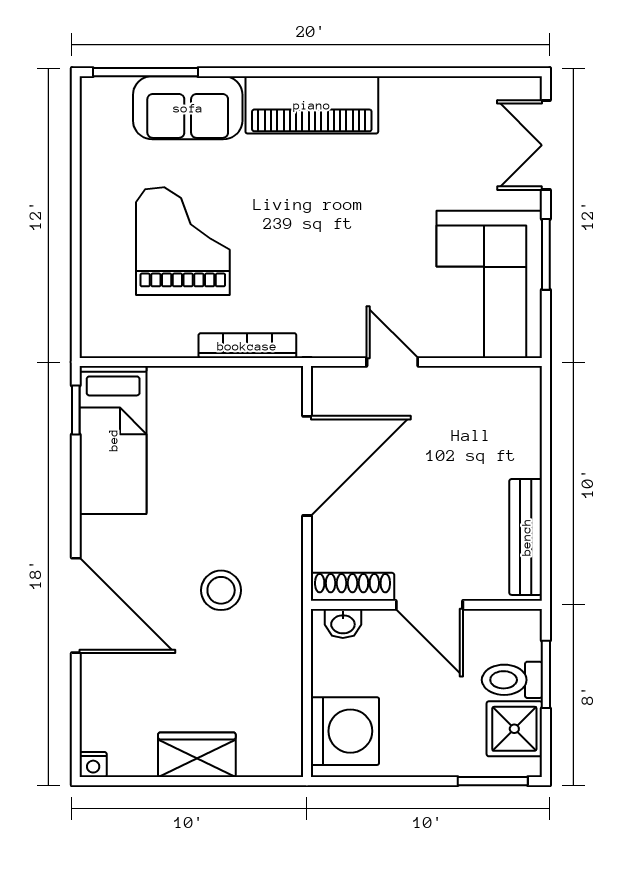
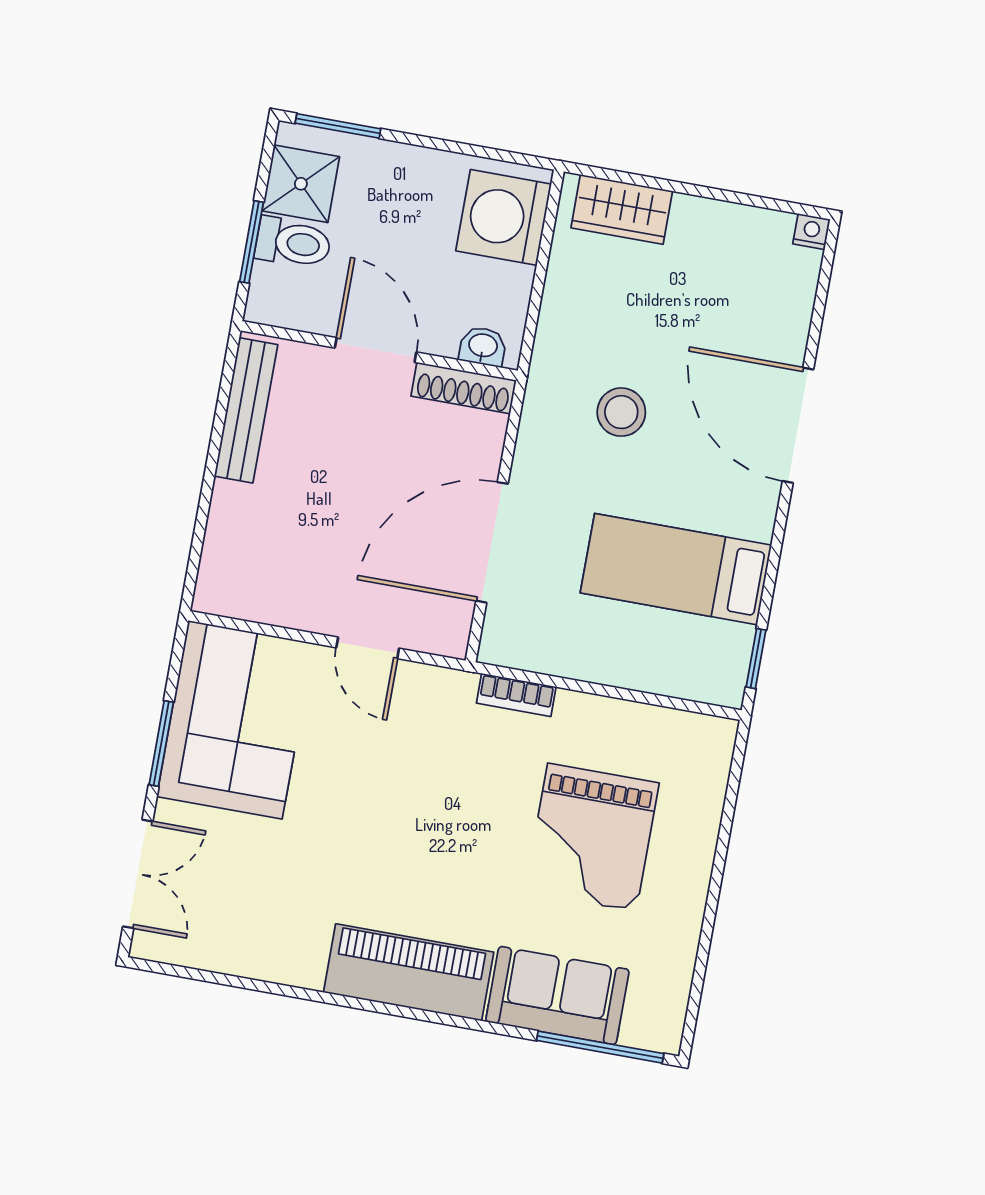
bookcase: (247, 346) -> (516, 695), width x0.64
bed: (113, 440) -> (676, 569), moved, turned -90
wardrobe: (197, 755) -> (622, 209), moved

